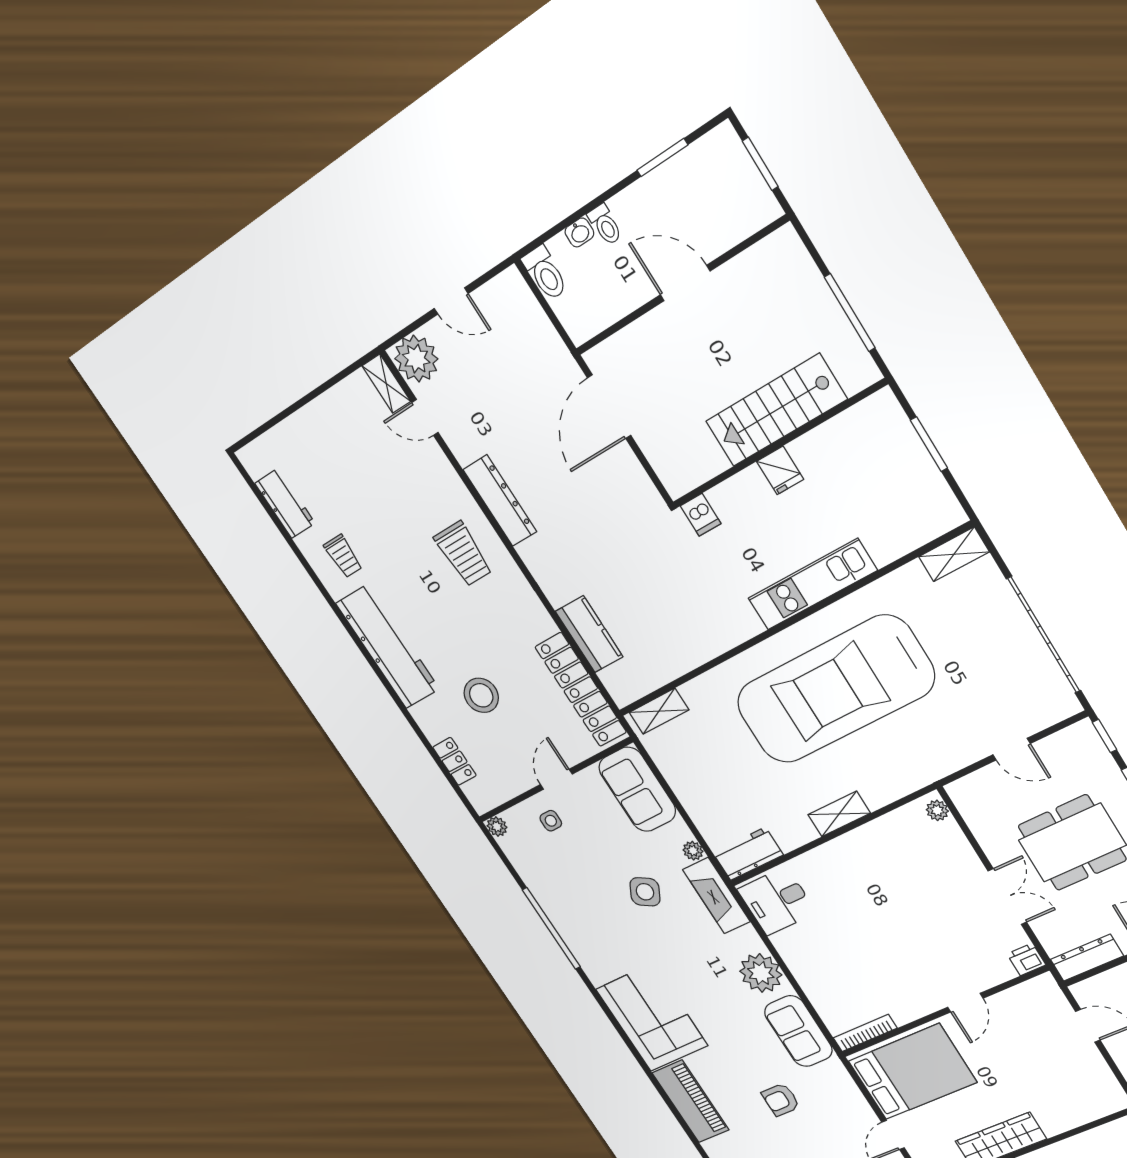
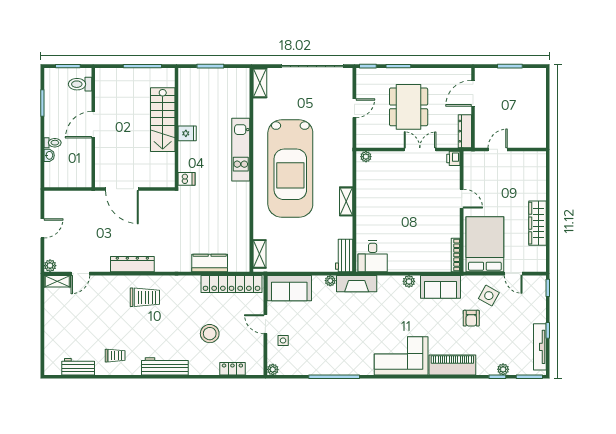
toilet: (545, 273) -> (80, 84), moved, turned 180
plant: (416, 359) -> (50, 266), width x0.53, depth x0.53
workbench: (388, 646) -> (165, 366), width x0.73, depth x0.76
side table: (645, 892) -> (489, 296), moved
plant: (761, 973) -> (409, 281), width x0.53, depth x0.53

